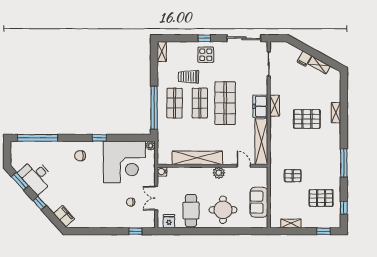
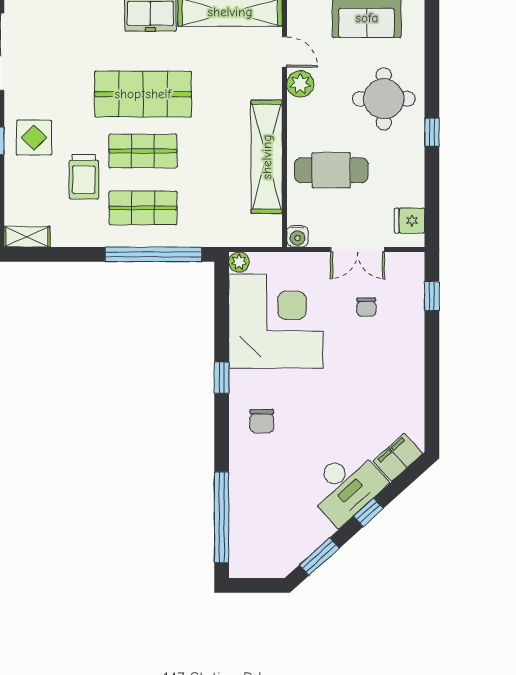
door: (244, 166) -> (284, 52), swing flipped
plant: (219, 173) -> (300, 84), moved
desk: (36, 176) -> (346, 486), moved
cafe table: (191, 211) -> (331, 170), moved
window: (208, 231) -> (432, 132), added

